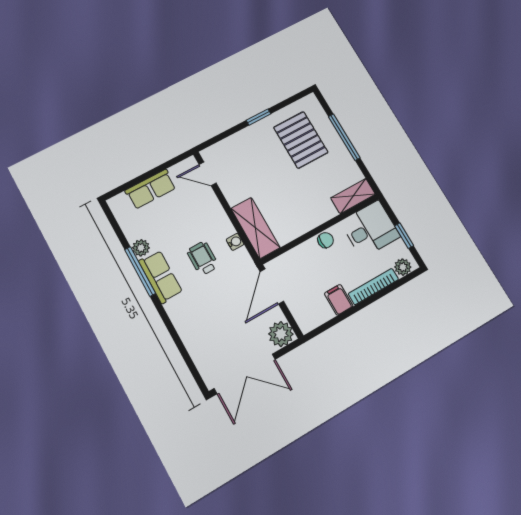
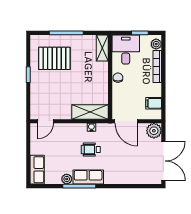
row of seats: (151, 189) -> (37, 170), moved
filing cabinet: (339, 300) -> (154, 103), moved

